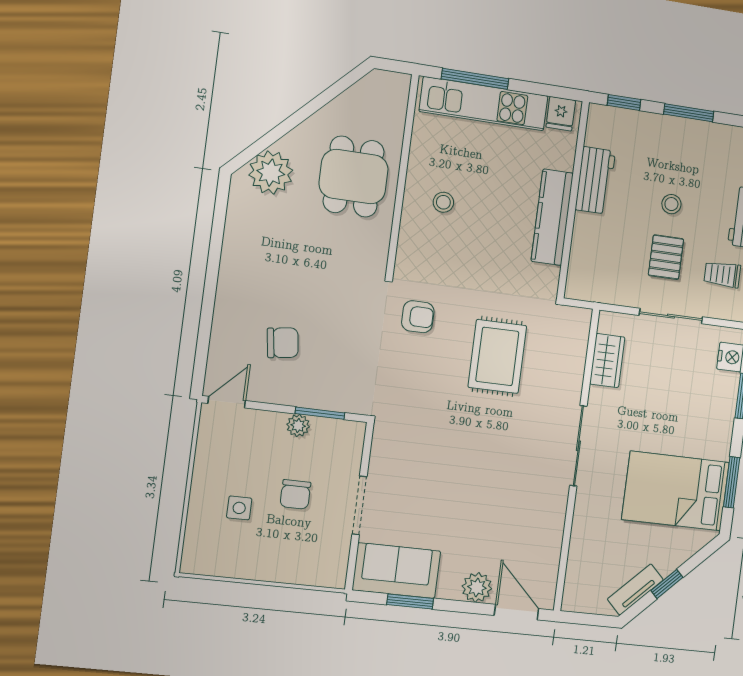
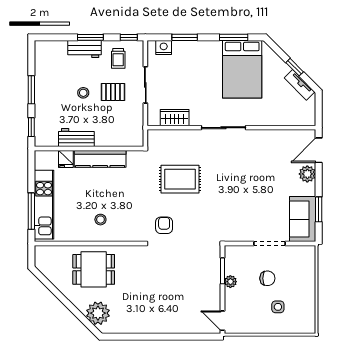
fridge: (561, 114) -> (66, 159), moved, turned 90
chair: (283, 343) -> (187, 295), removed

